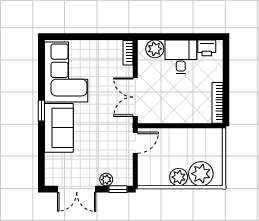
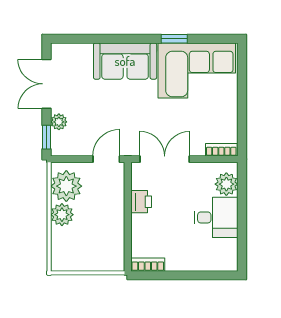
printer: (207, 48) -> (141, 202), moved, turned 180
bookcase: (218, 103) -> (148, 265), width x0.64
window: (41, 111) -> (174, 39), moved
door: (135, 143) -> (106, 159), swing flipped
plant: (201, 174) -> (66, 186), moved

